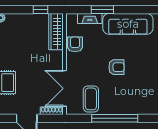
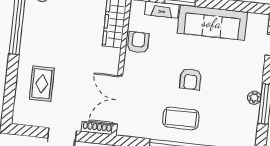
armchair: (116, 67) -> (191, 79), turned 90
coffee table: (91, 99) -> (181, 118), moved, turned 90

